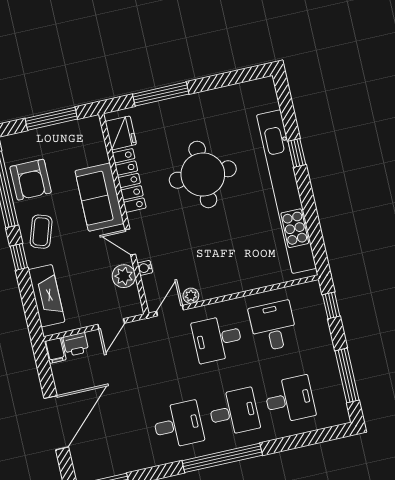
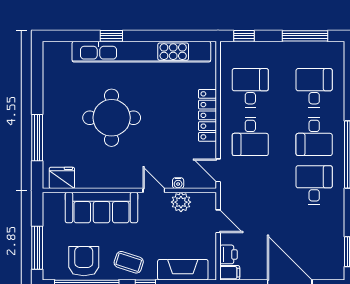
window: (51, 119) -> (37, 248), moved
armchair: (31, 180) -> (84, 261), turned -90
locker: (129, 180) -> (207, 115), moved, turned -90
sofa: (99, 197) -> (101, 208), width x1.36
door: (130, 242) -> (154, 190), swing flipped
plant: (191, 296) -> (210, 150), removed
desk: (273, 326) -> (250, 88), turned 90
desk: (234, 412) -> (314, 136), turned 180

